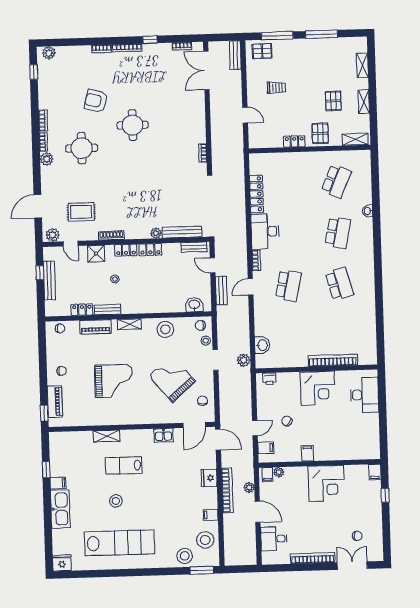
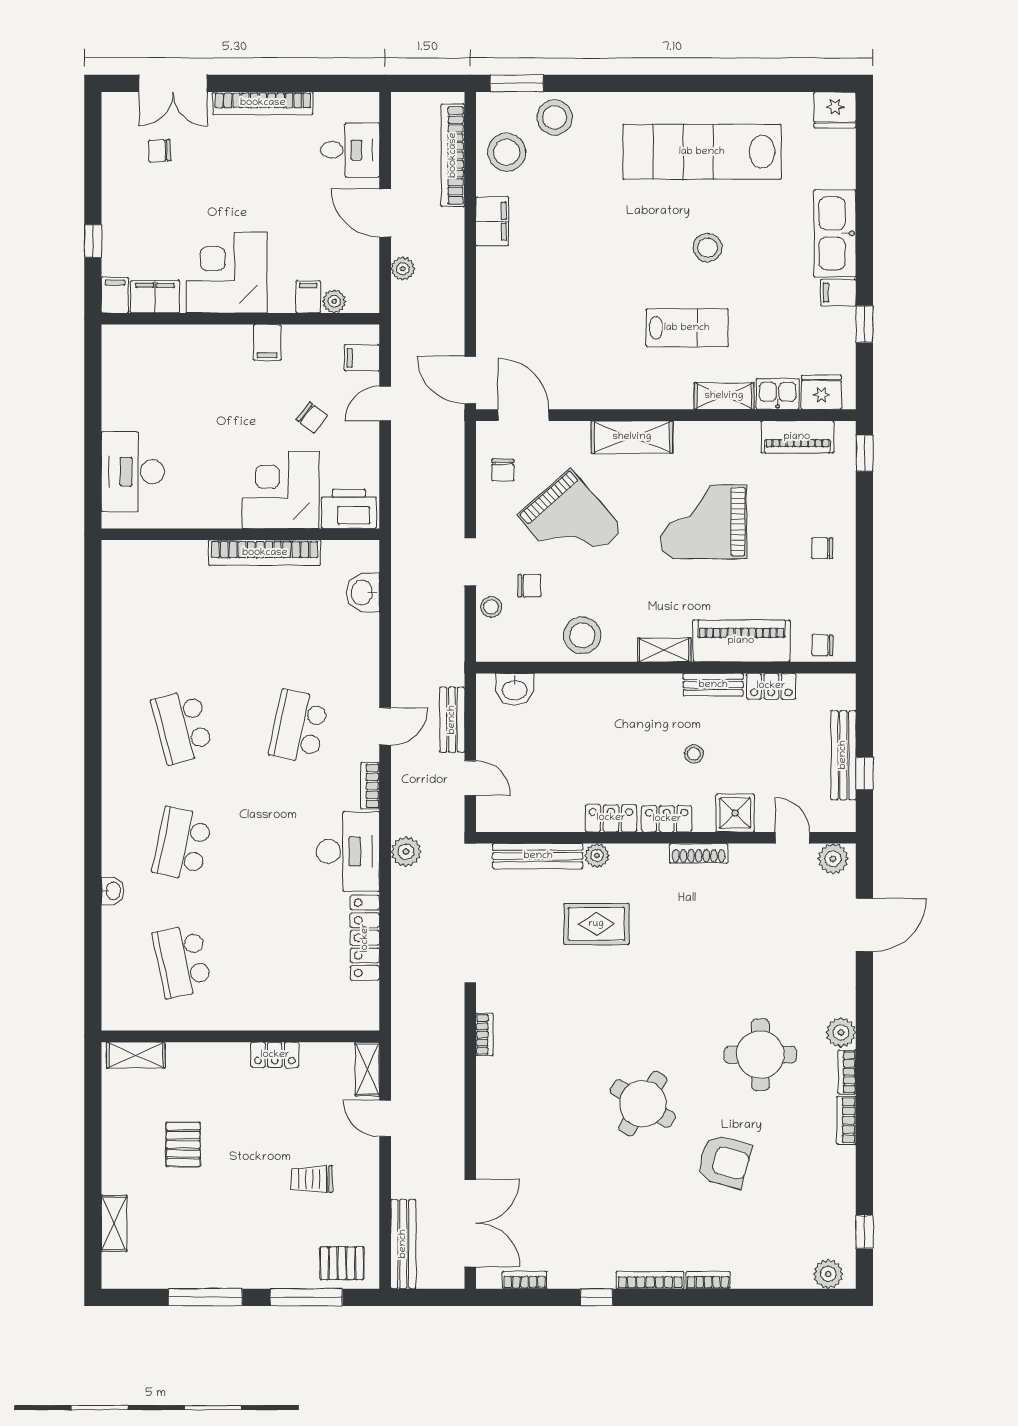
bench: (235, 55) -> (403, 1244), width x1.36
shelving: (364, 102) -> (367, 1069), moved
round table: (132, 125) -> (643, 1104), turned 32
pallet: (320, 133) -> (215, 1071), removed
school desk: (336, 181) -> (182, 961), turned -36
rug: (81, 212) -> (596, 924), moved
bench: (194, 247) -> (511, 821), removed
chair: (200, 325) -> (529, 586), moved
piano: (96, 327) -> (741, 641), width x1.37, depth x1.33
plant: (244, 360) -> (406, 852), moved
bookcase: (333, 360) -> (265, 553), moved
printer: (269, 379) -> (349, 509), width x1.87, depth x1.48
corner desk: (318, 388) -> (281, 490), moved
piano: (55, 402) -> (797, 437), moved, turned -90
shelving: (146, 417) -> (632, 437), added
door: (194, 425) -> (524, 415), hinge flipped
kitchen sink: (164, 435) -> (778, 394), moved
filing cabinet: (357, 472) -> (155, 297), added
filing cabinet: (267, 475) -> (308, 297), moved
fridge: (209, 478) -> (821, 392), moved, turned -90
bookcase: (227, 490) -> (453, 155), moved
filing cabinet: (211, 515) -> (492, 221), width x2.00

